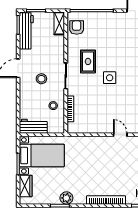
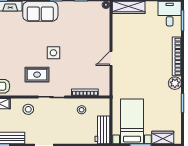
stool: (41, 79) -> (28, 109), moved
door: (120, 135) -> (111, 58), moved
plant: (66, 198) -> (175, 83), moved

